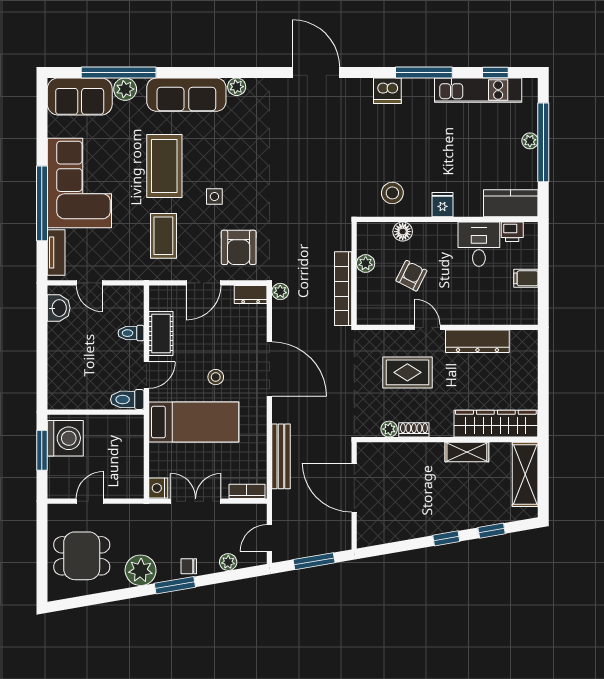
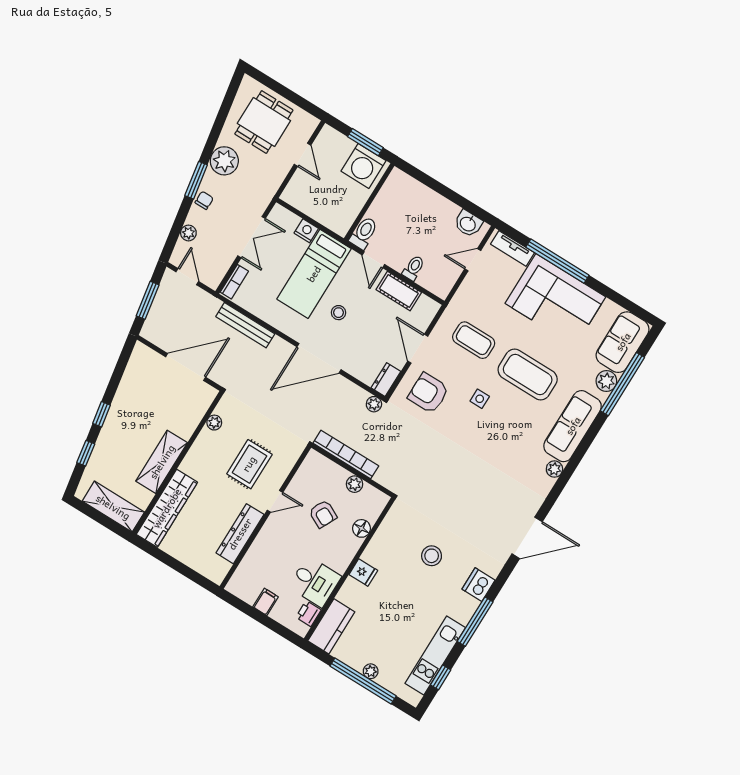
stool: (392, 193) -> (432, 556), moved
shoe rack: (414, 430) -> (202, 441), removed
shelving: (467, 452) -> (162, 462), width x1.50, depth x1.33
nightstand: (158, 488) -> (306, 231), moved

